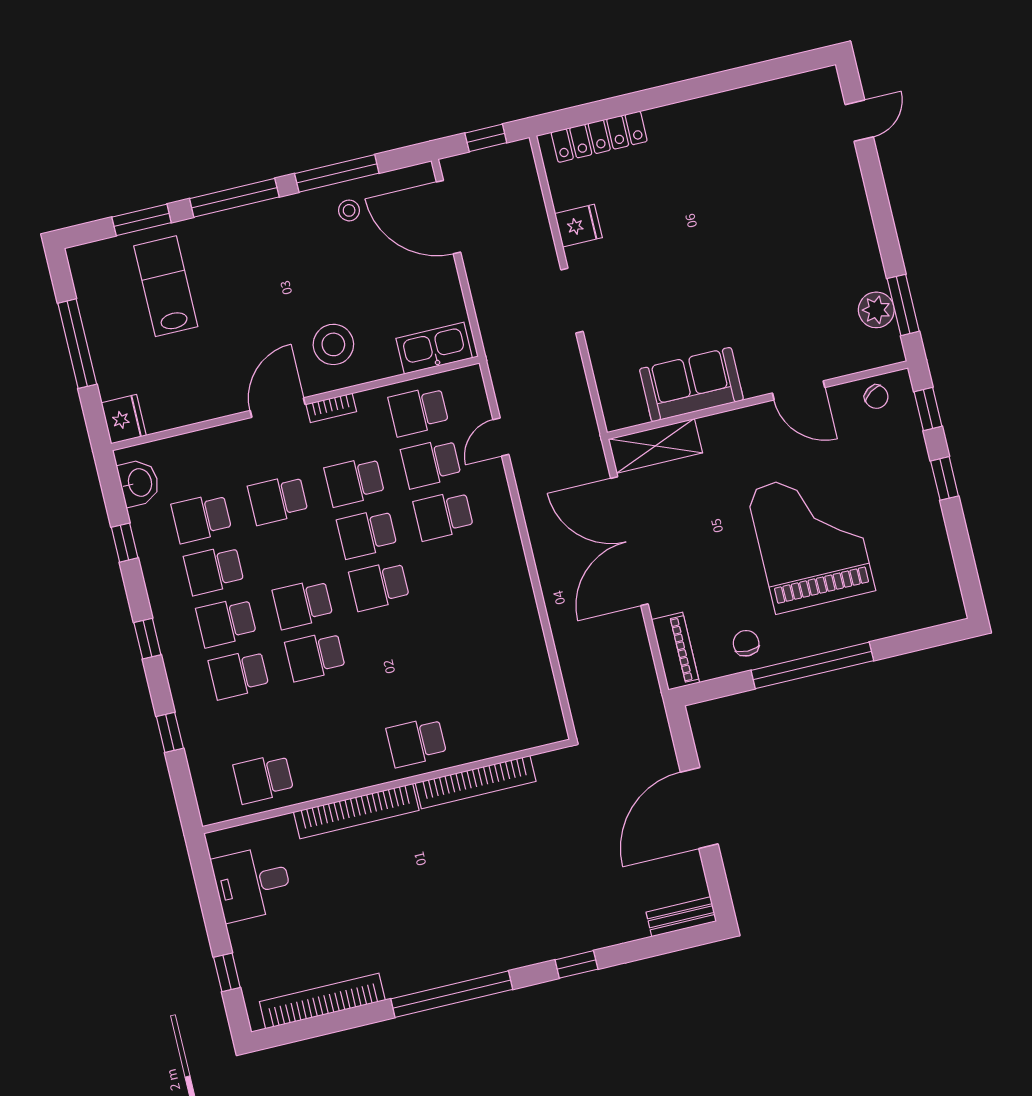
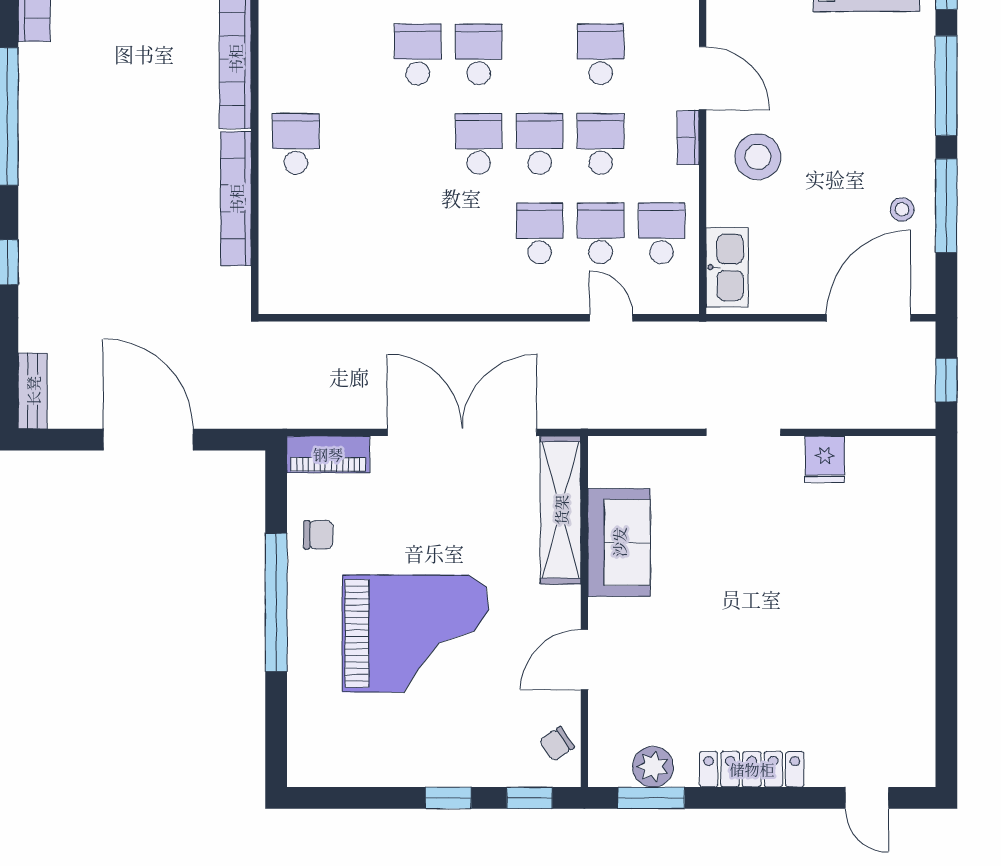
locker: (599, 137) -> (752, 769), moved, turned 90
shelving: (655, 446) -> (561, 510), width x1.47

